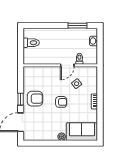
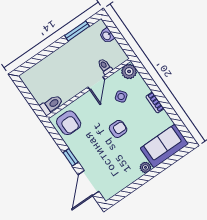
toilet: (31, 43) -> (51, 105), moved
plant: (92, 72) -> (129, 71), added
armchair: (35, 99) -> (69, 123), moved, turned 90

